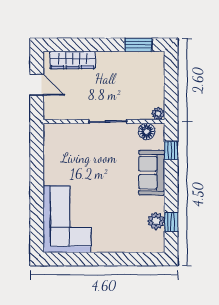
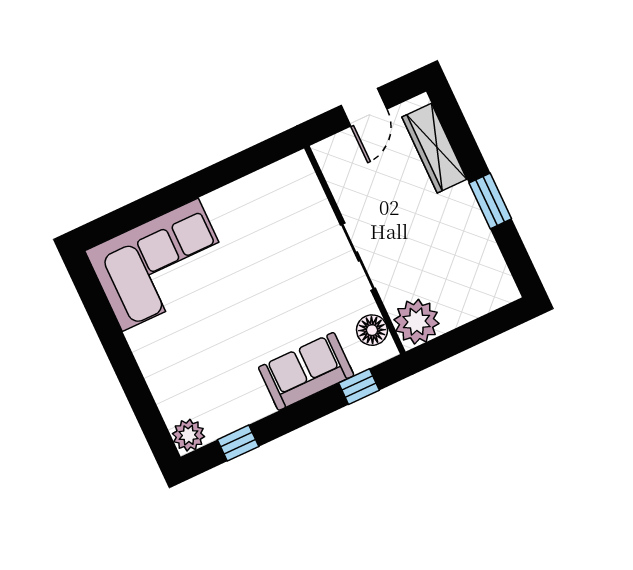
window: (138, 45) -> (490, 201), moved
plant: (158, 114) -> (417, 322), width x1.87, depth x1.87
plant: (156, 221) -> (189, 435), moved

